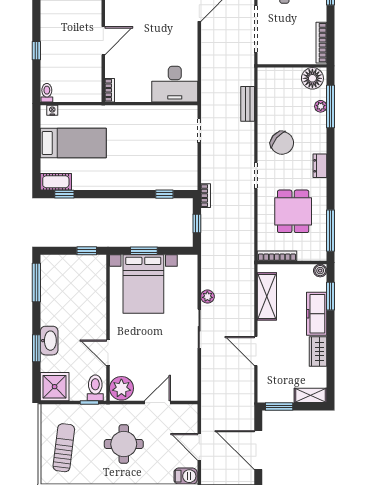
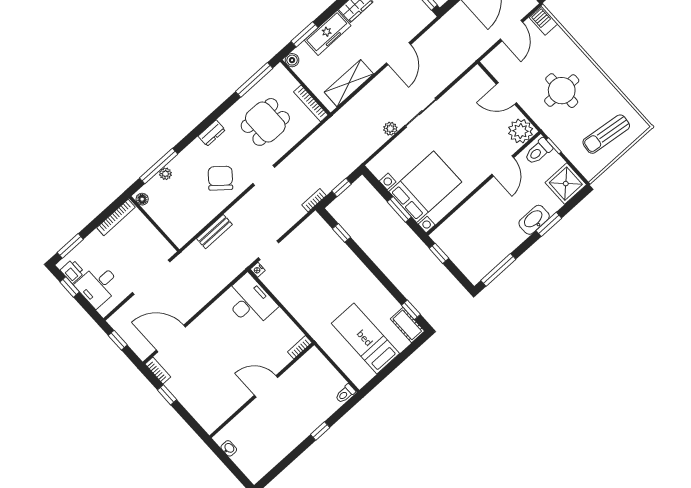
floor lamp: (312, 78) -> (142, 199), width x0.53, depth x0.53
nightstand: (52, 110) -> (258, 270), moved

